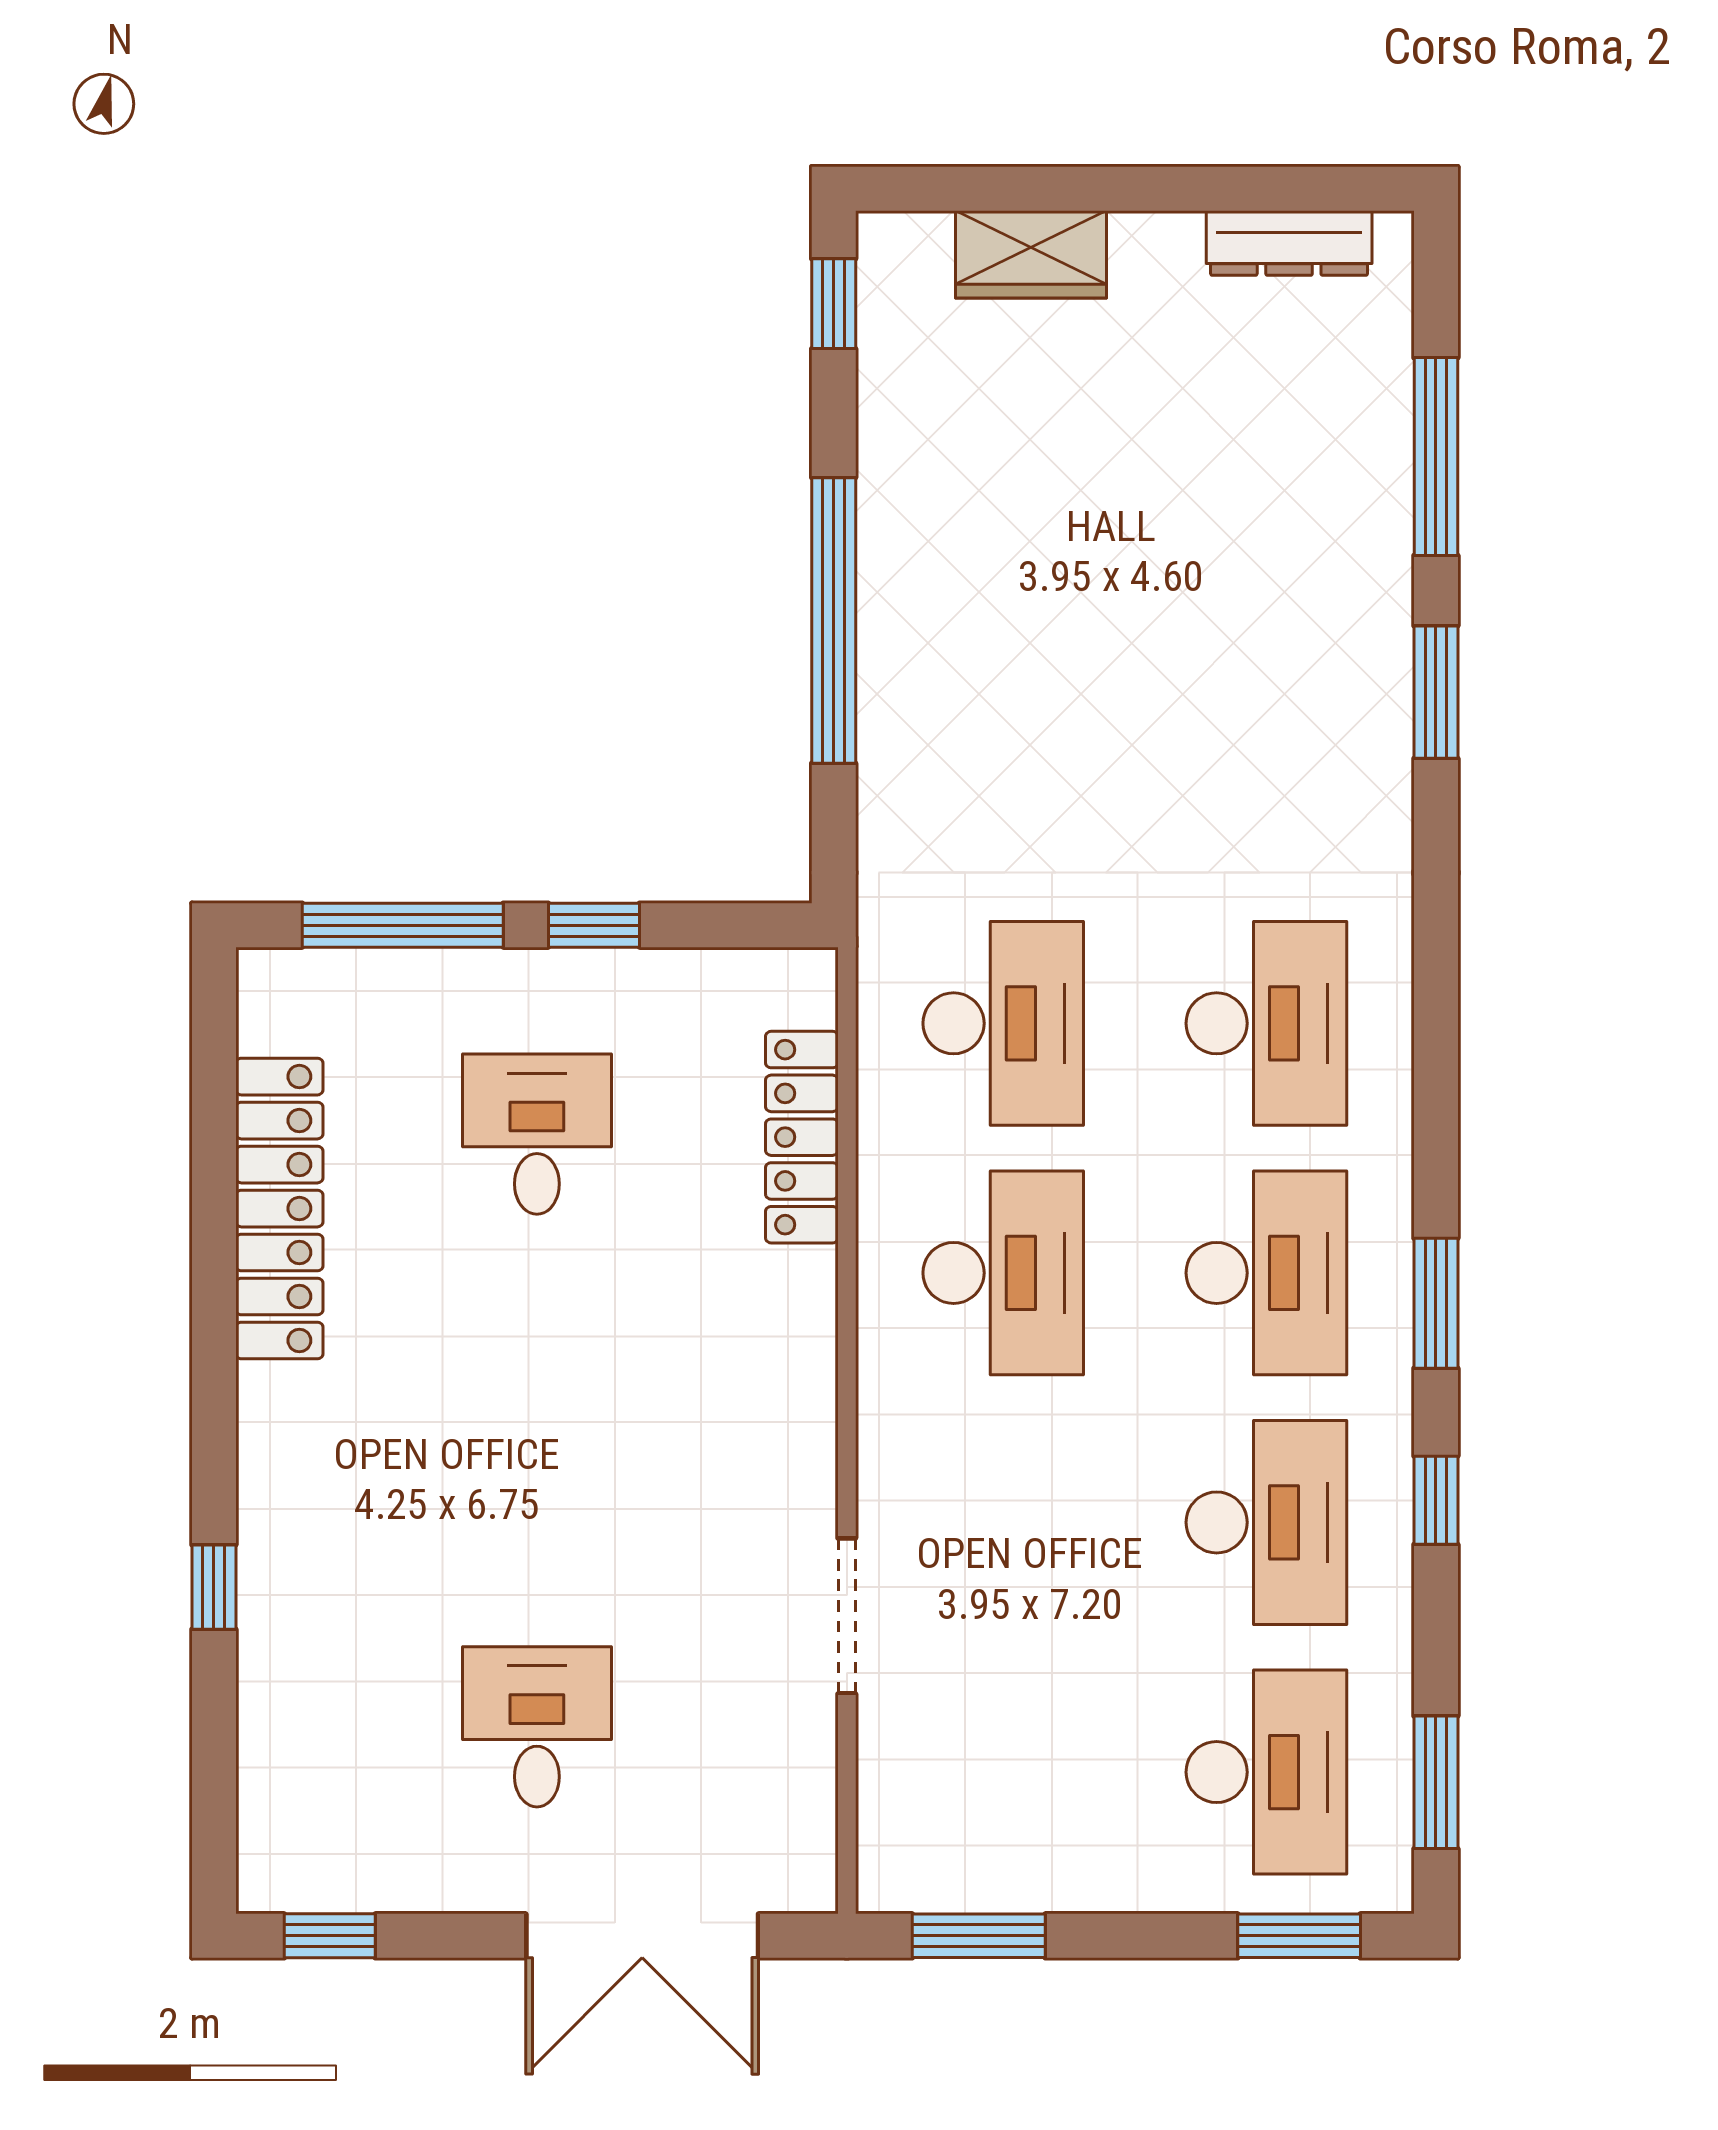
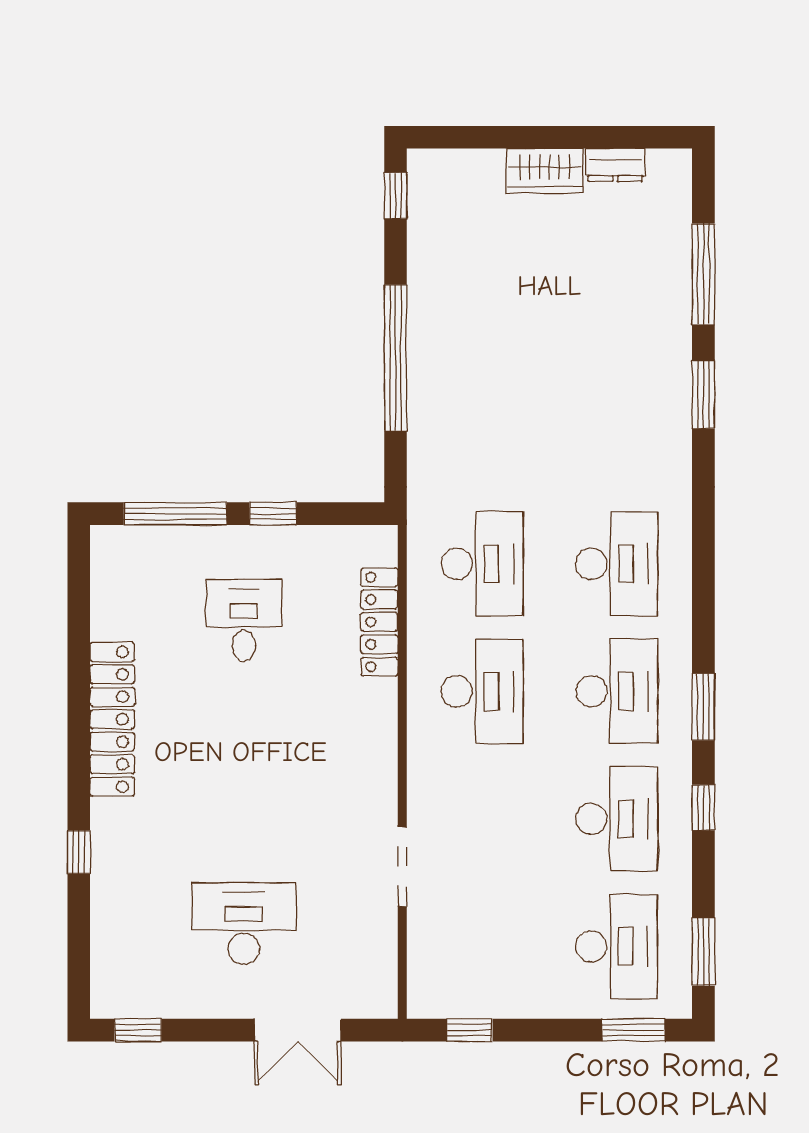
dresser: (1289, 243) -> (615, 165), width x0.70
wardrobe: (1031, 254) -> (545, 171), moved
locker: (279, 1209) -> (112, 719), moved
desk: (537, 1727) -> (244, 923), width x1.37
double door: (642, 1936) -> (298, 1030), width x0.73
window: (979, 1936) -> (470, 1030), width x0.67

